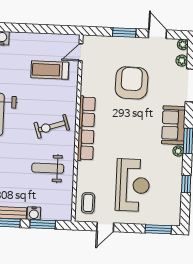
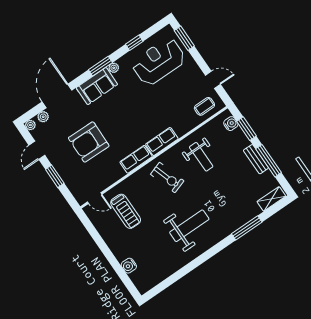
reception desk: (133, 185) -> (159, 62), moved
water cooler: (34, 213) -> (231, 124), moved

